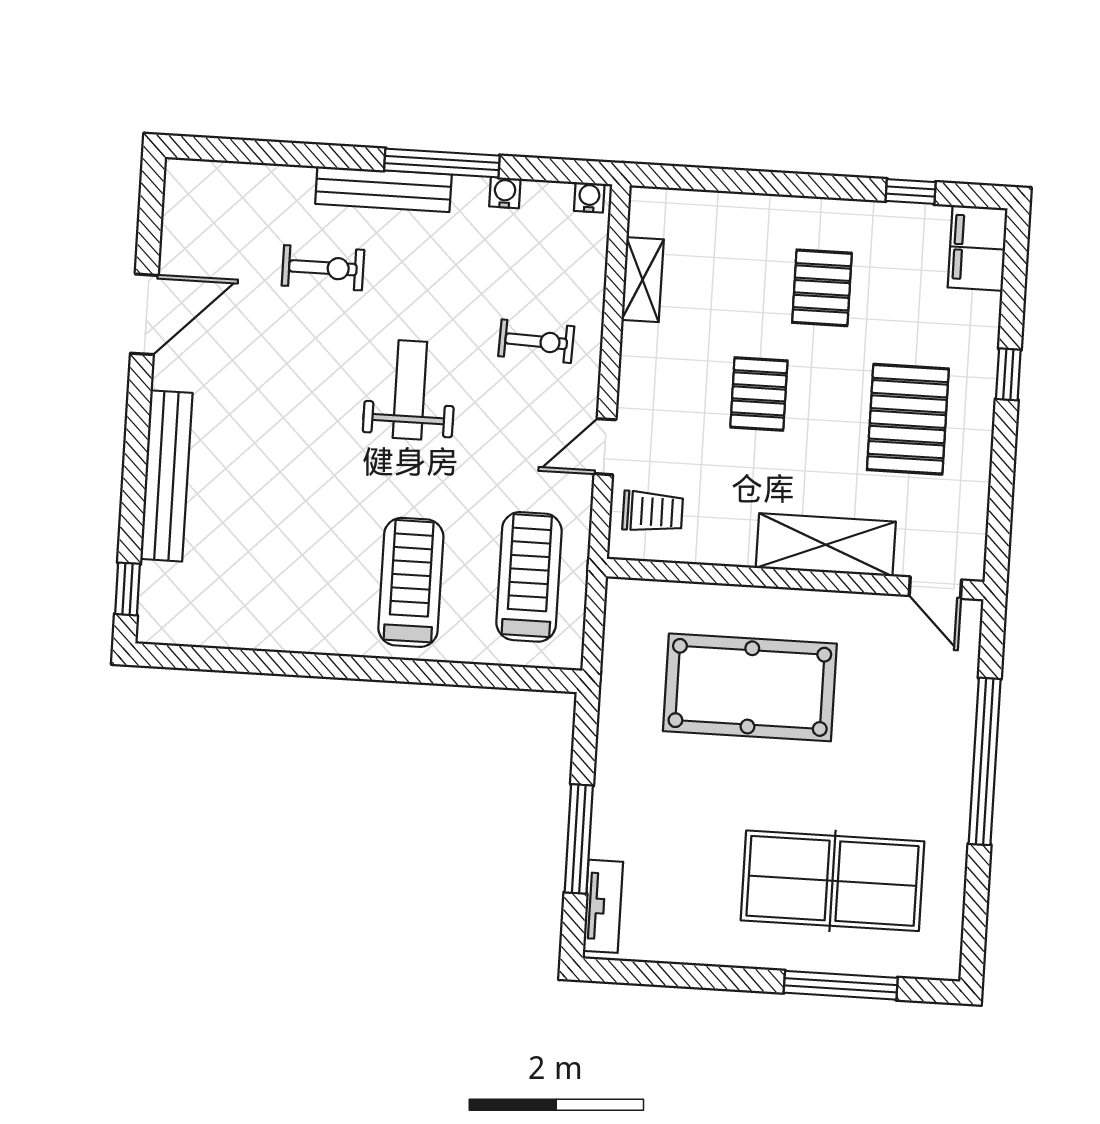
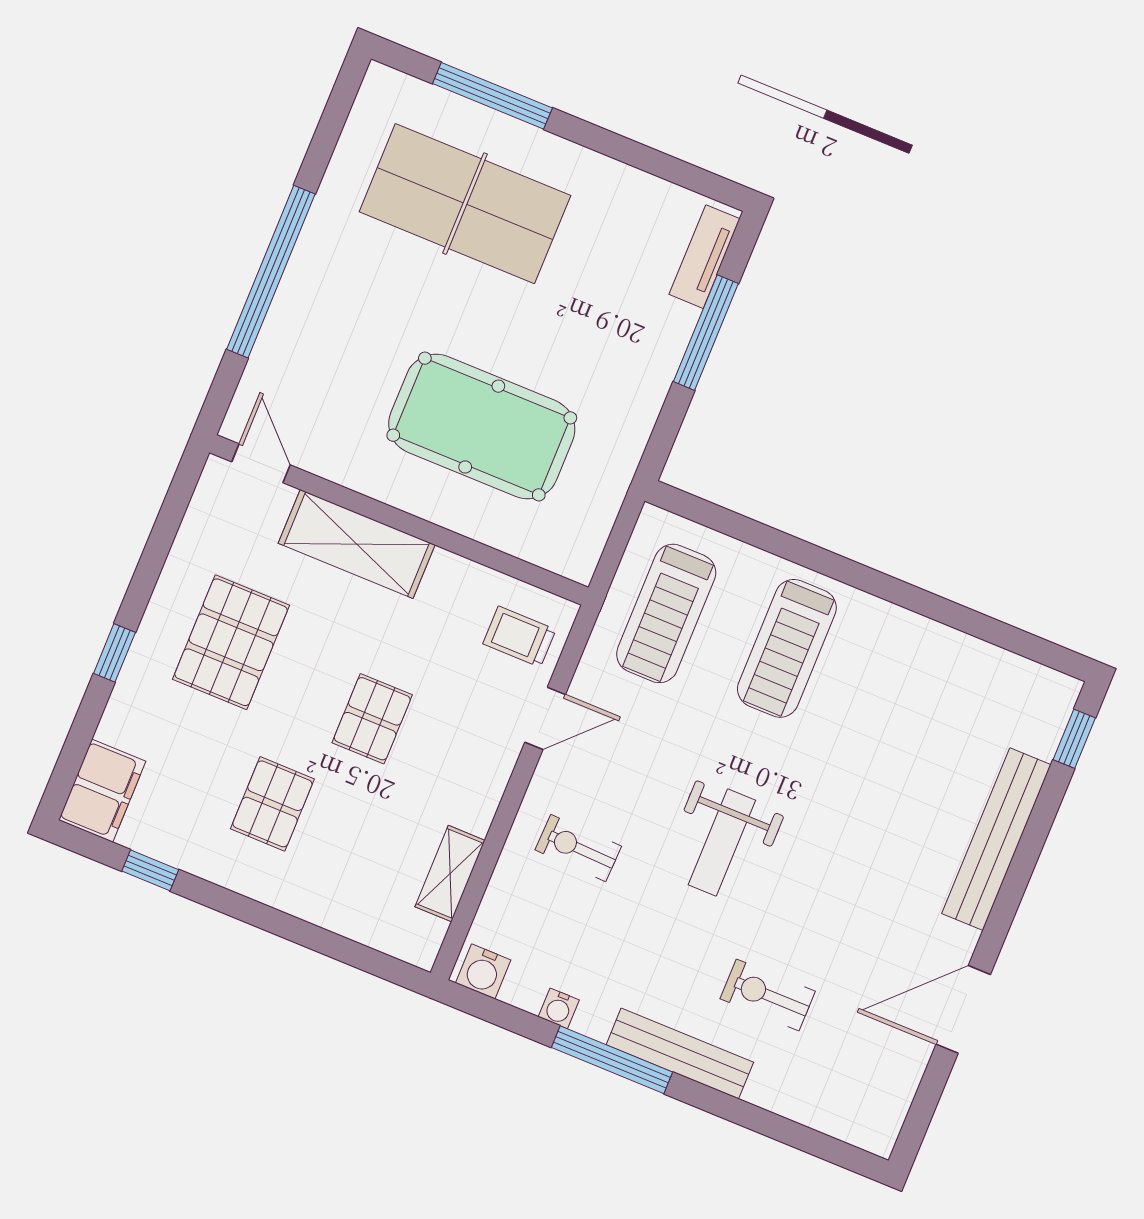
water cooler: (589, 197) -> (483, 971), width x1.38, depth x1.38

